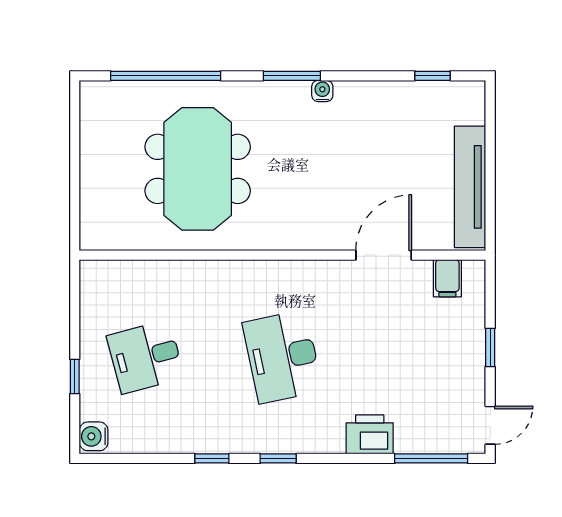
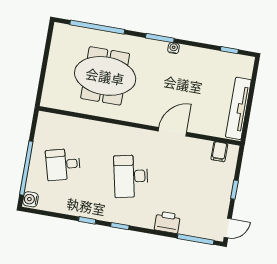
meeting table: (198, 169) -> (105, 76), turned 90
door: (384, 255) -> (172, 132), moved
window: (75, 377) -> (26, 168), width x3.17

